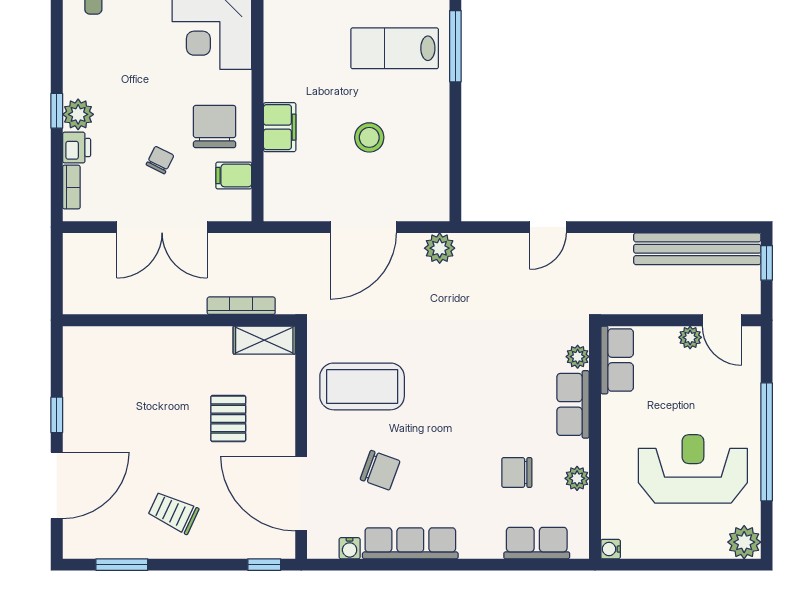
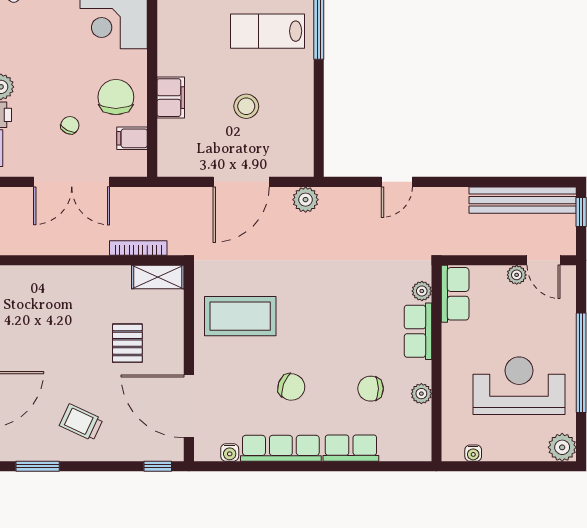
chair: (380, 470) -> (291, 387), moved
row of seats: (537, 543) -> (351, 448), moved
water cooler: (611, 549) -> (473, 453), moved, turned -90

